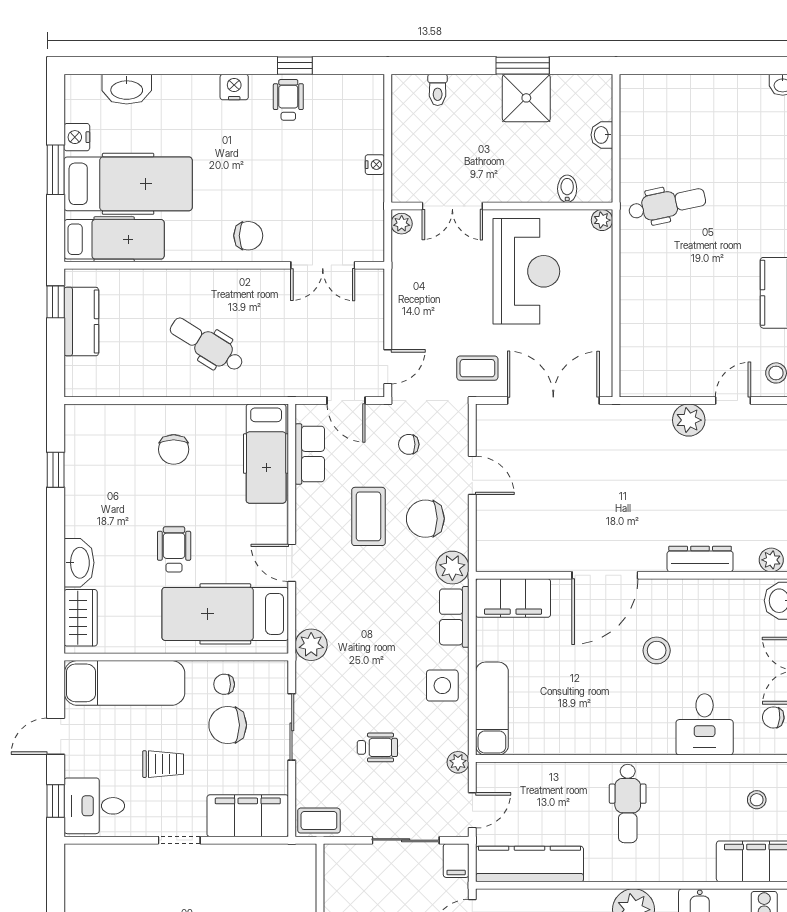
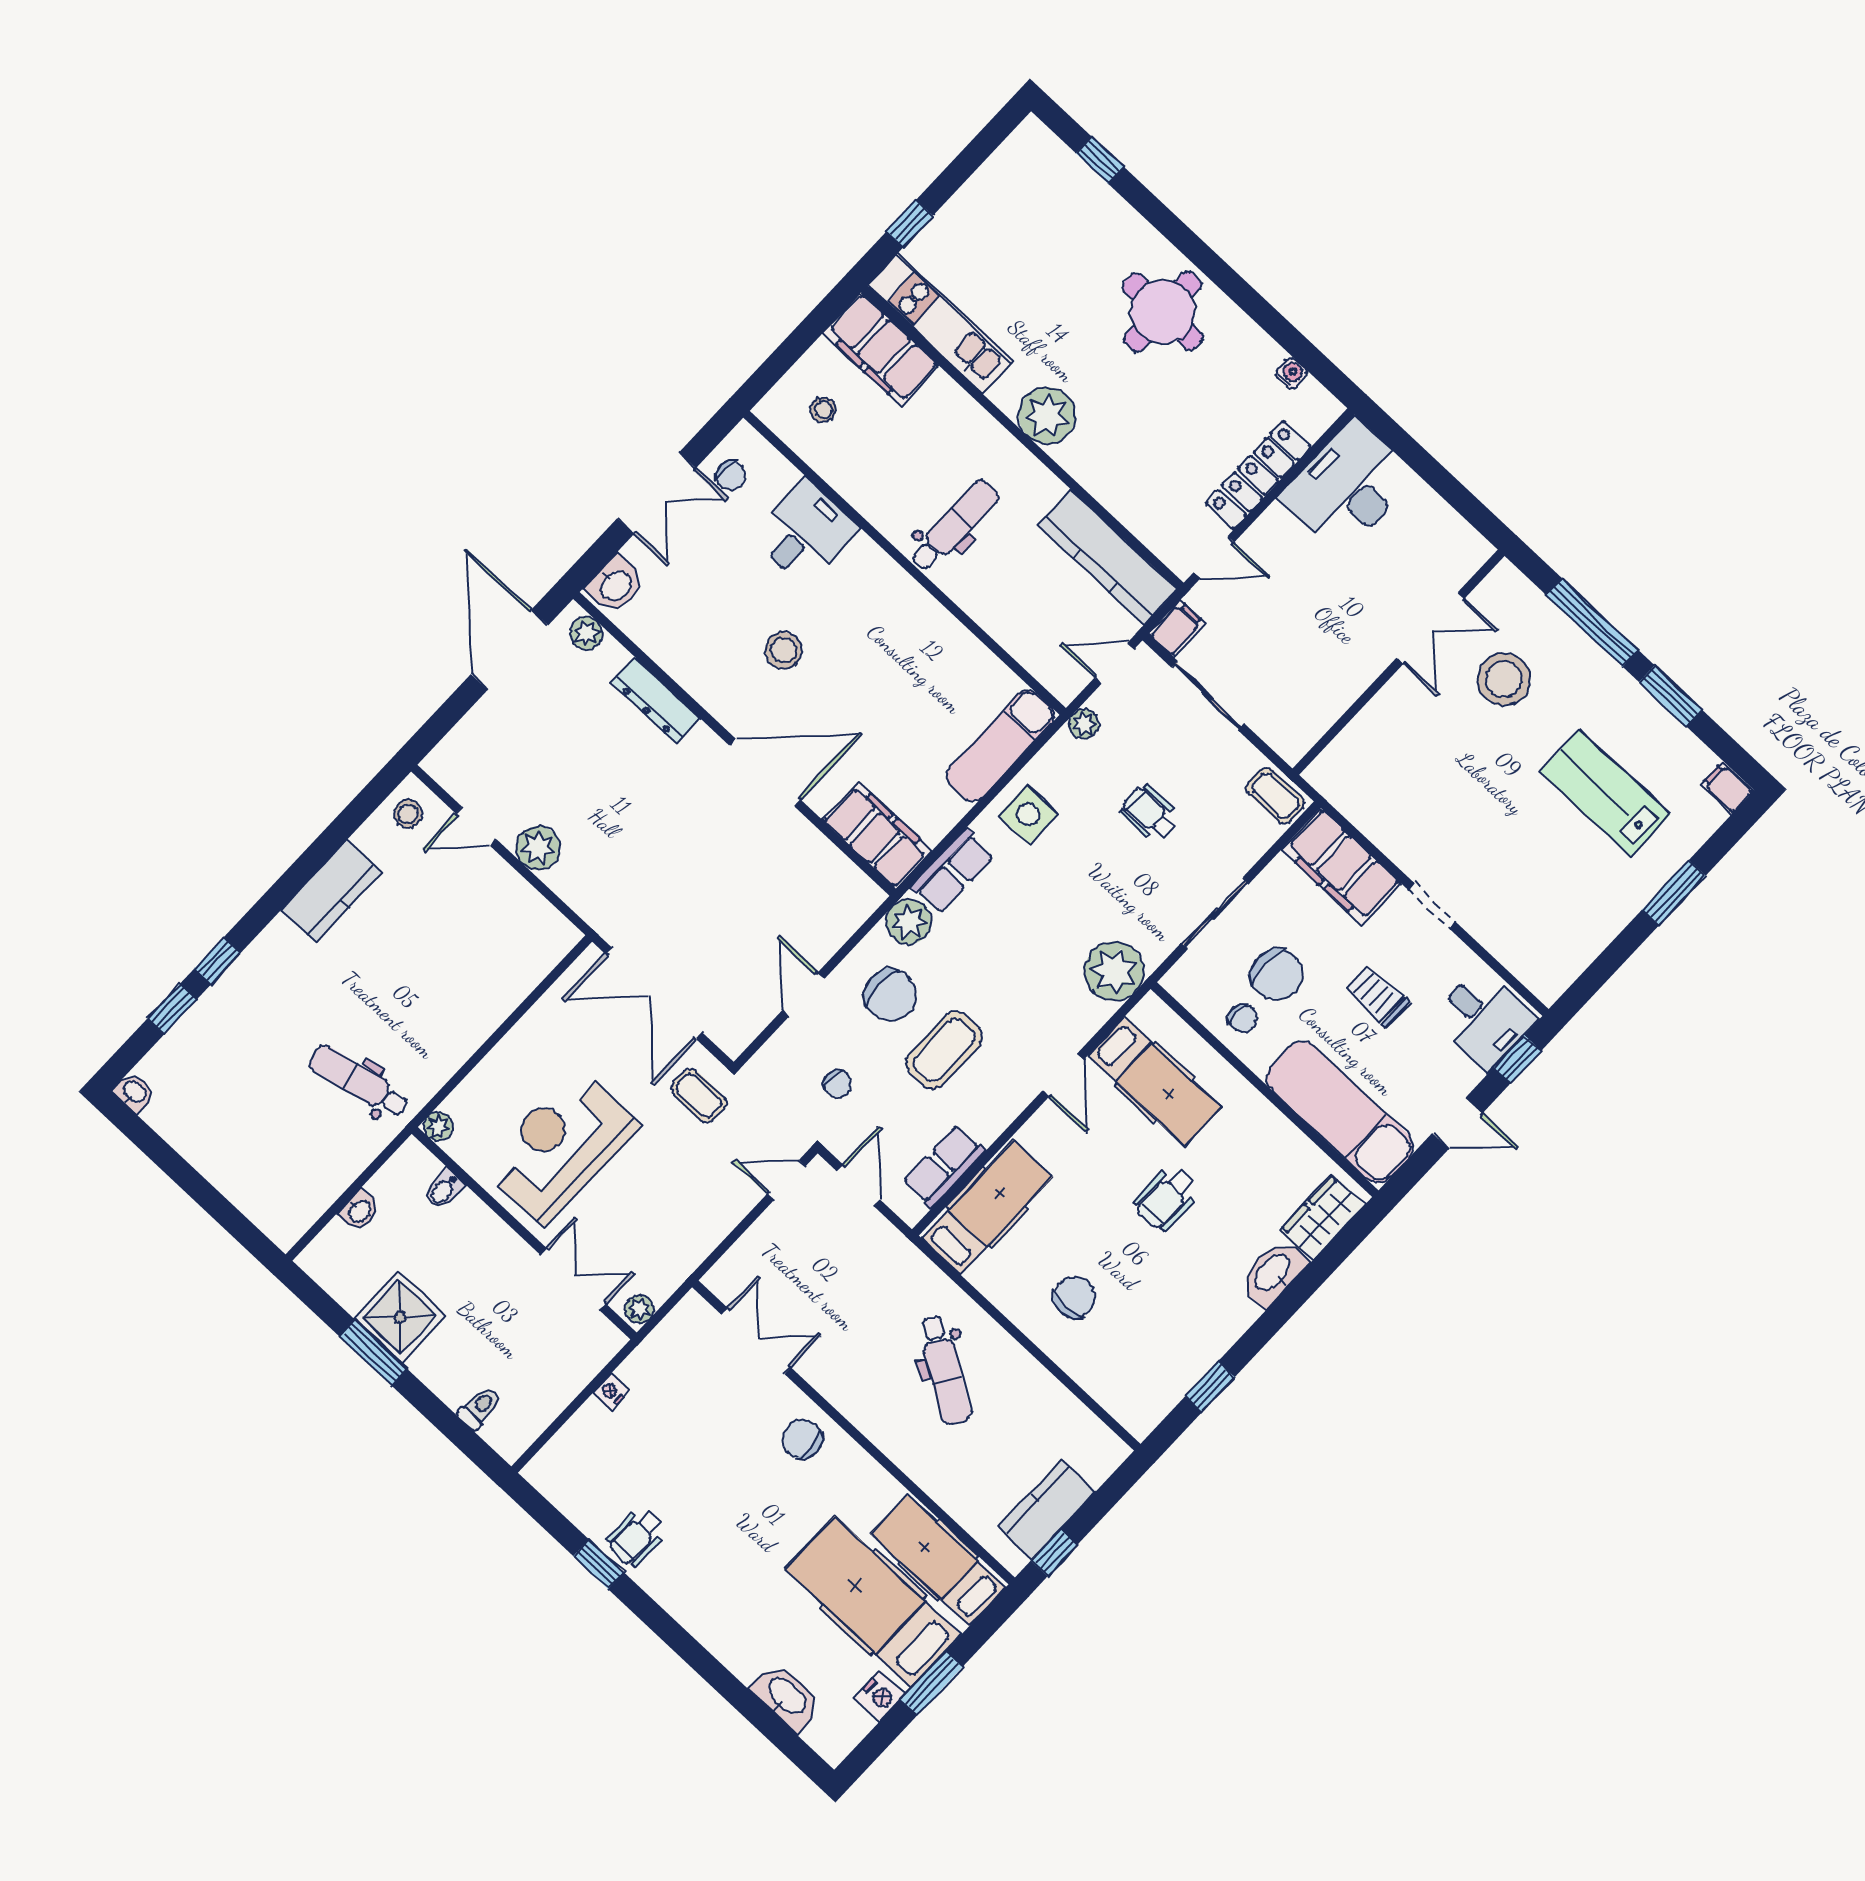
nightstand: (234, 87) -> (678, 1599), removed
hospital bed: (225, 614) -> (1155, 1082), width x0.73, depth x0.78
plant: (311, 645) -> (1114, 971), width x1.36, depth x1.36

